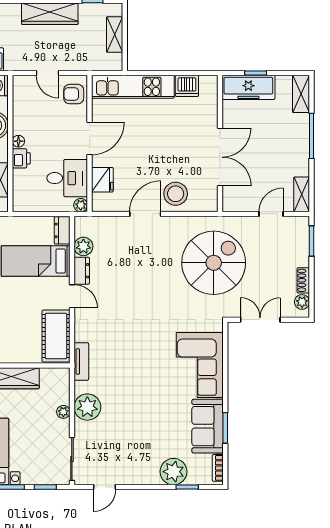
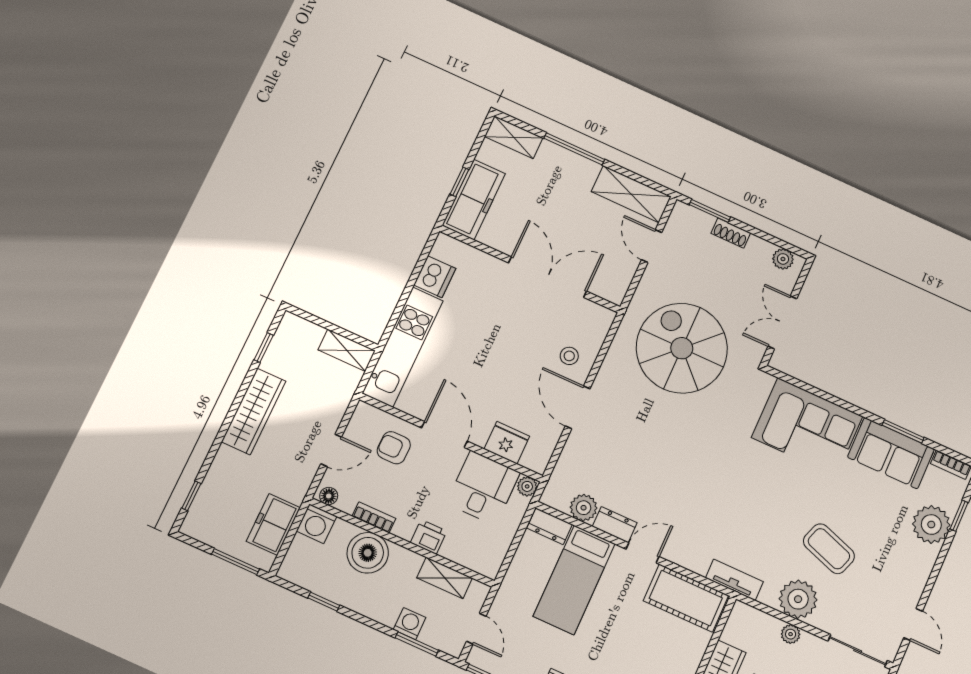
shelving: (115, 35) -> (347, 350), moved
armchair: (74, 94) -> (394, 448), moved, turned 90
bookcase: (18, 119) -> (374, 517), added
floor lamp: (18, 141) -> (329, 496), moved
stool: (176, 194) -> (569, 356), width x0.53, depth x0.53
shelving: (302, 194) -> (631, 194), width x1.50, depth x1.33
shoe rack: (303, 280) -> (731, 233), moved
coffee table: (128, 413) -> (829, 549), added

